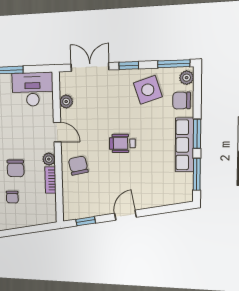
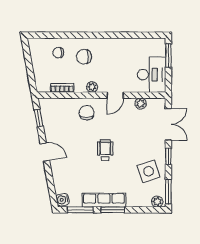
chair: (182, 101) -> (139, 198), removed
chair: (78, 166) -> (87, 113), turned -78
bookcase: (50, 180) -> (62, 88), moved
water cooler: (184, 196) -> (63, 200), added

